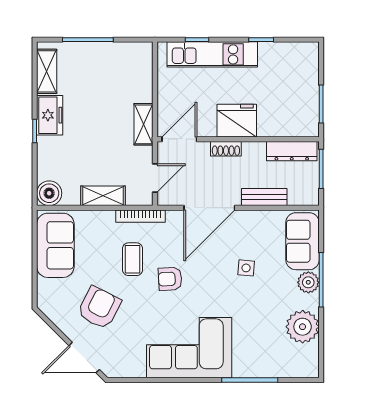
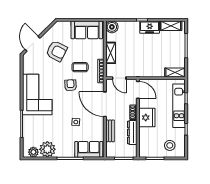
stool: (294, 73) -> (170, 145), added
shelving: (144, 124) -> (175, 72), moved
dresser: (292, 151) -> (132, 133), moved
plant: (308, 282) -> (33, 152), moved

